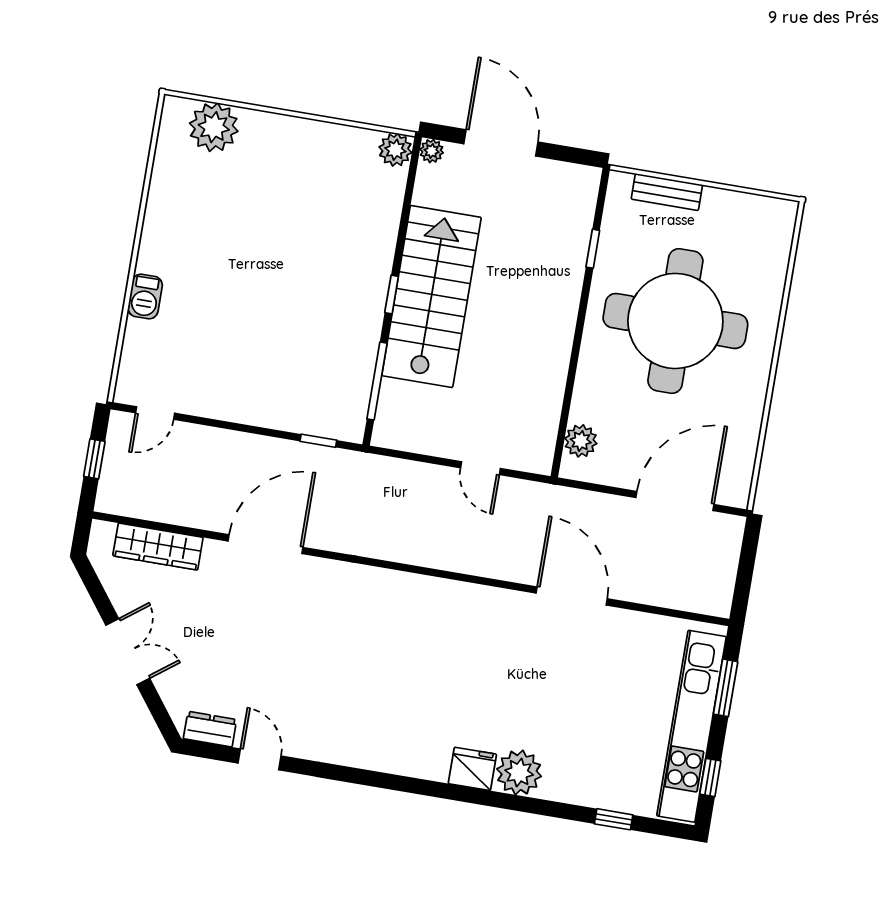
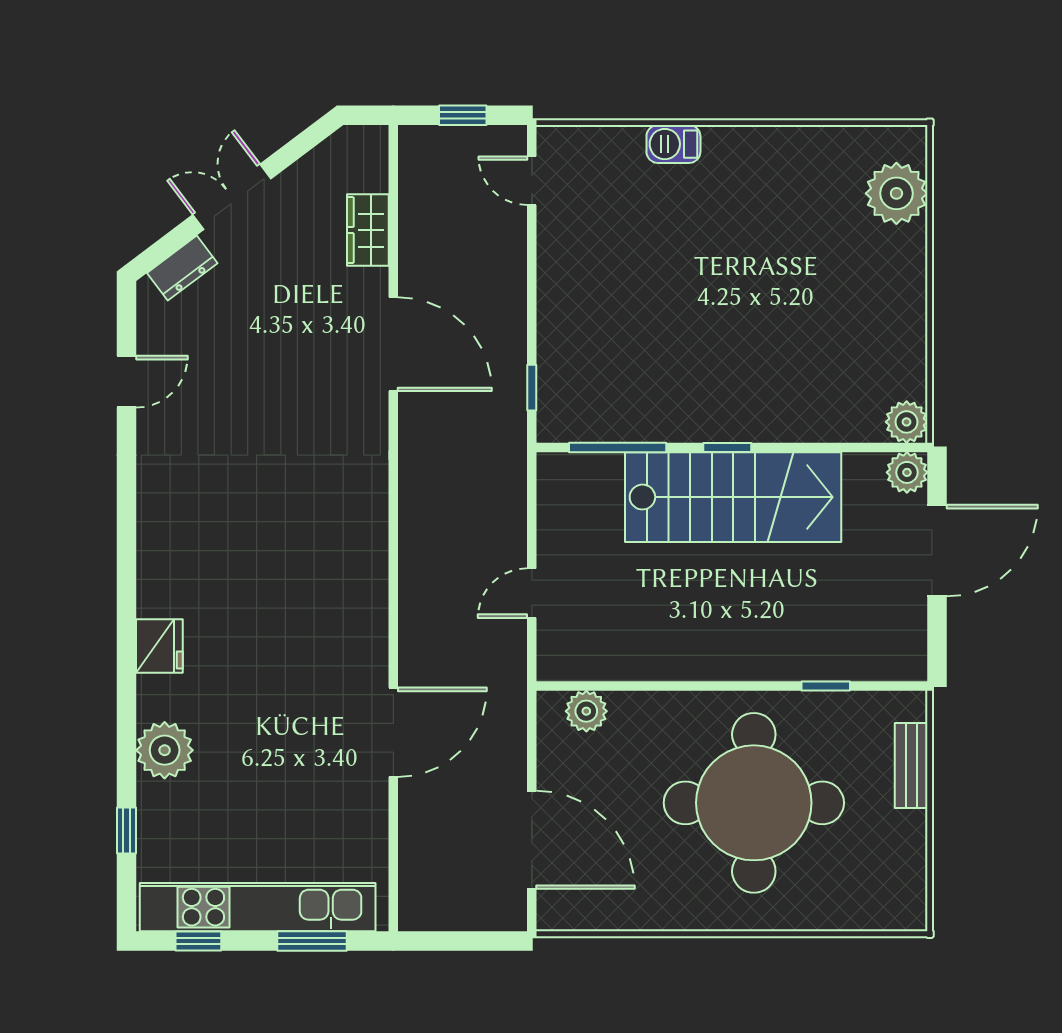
plant: (432, 151) -> (907, 472), width x1.38, depth x1.38
wardrobe: (158, 547) -> (368, 230), width x0.67
double door: (128, 652) -> (232, 197), swing flipped
dresser: (210, 729) -> (182, 268), moved, turned 53
plant: (519, 773) -> (165, 750), moved

